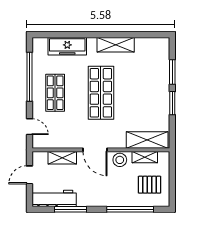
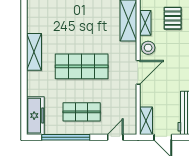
freezer: (67, 46) -> (35, 116), moved
shelving: (62, 158) -> (146, 121), moved

